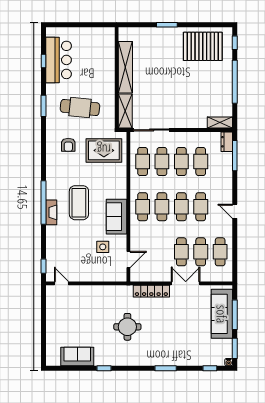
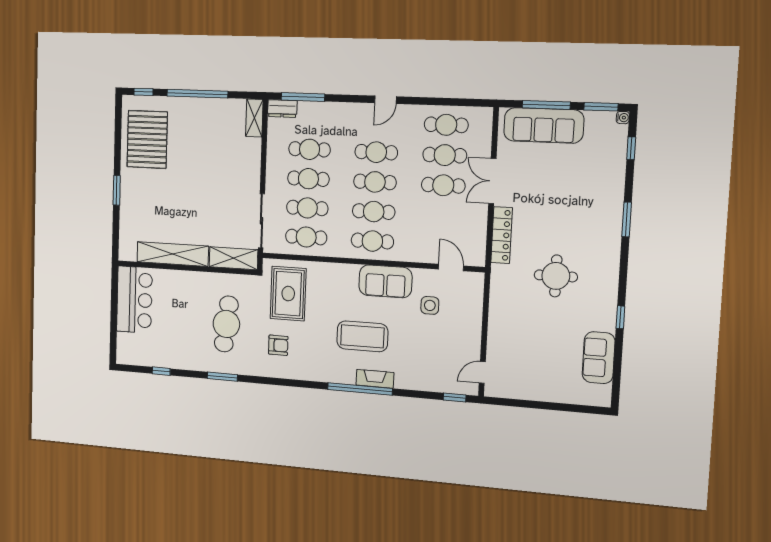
bar counter: (59, 60) -> (134, 300), moved, turned 90

